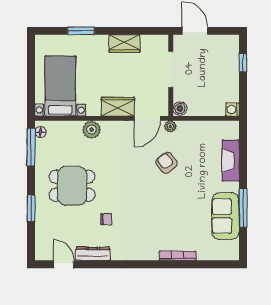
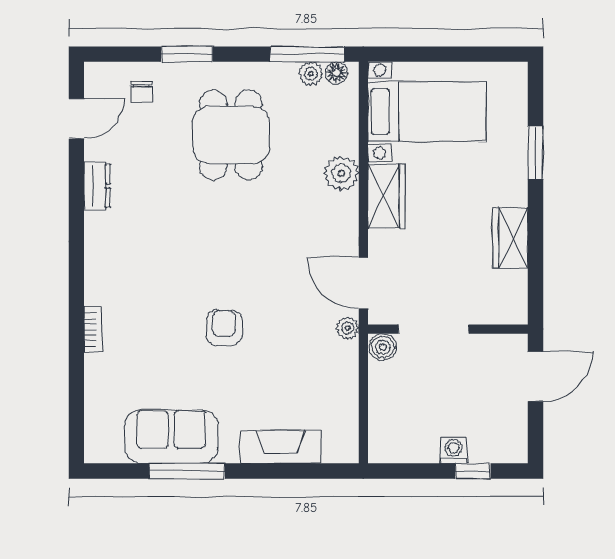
doorway: (171, 69) -> (434, 329), moved
wardrobe: (118, 107) -> (387, 196), moved
washing machine: (232, 109) -> (453, 450), moved
plant: (41, 145) -> (311, 74), added
armchair: (167, 163) -> (224, 328), moved, turned -53
chair: (106, 219) -> (141, 92), moved
dresser: (93, 254) -> (97, 186), width x0.70
bookcase: (178, 256) -> (93, 330), width x0.64

